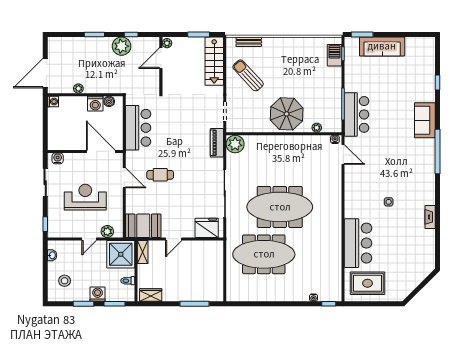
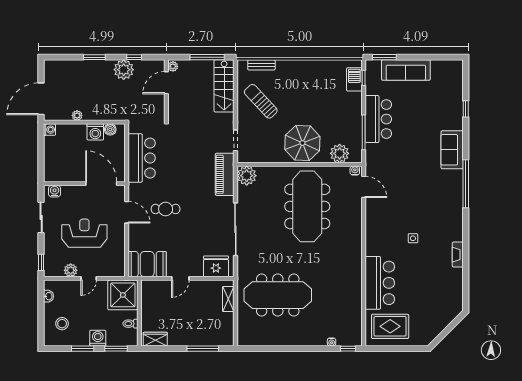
window: (199, 35) -> (207, 57), width x1.44
bar counter: (357, 114) -> (378, 119), moved
plant: (317, 128) -> (340, 153), width x1.88, depth x1.88
piano: (217, 143) -> (225, 174), width x1.37, depth x1.33
meeting table: (280, 207) -> (307, 206), moved, turned 90
plant: (107, 231) -> (71, 270), moved
shelving: (143, 252) -> (228, 299), moved

